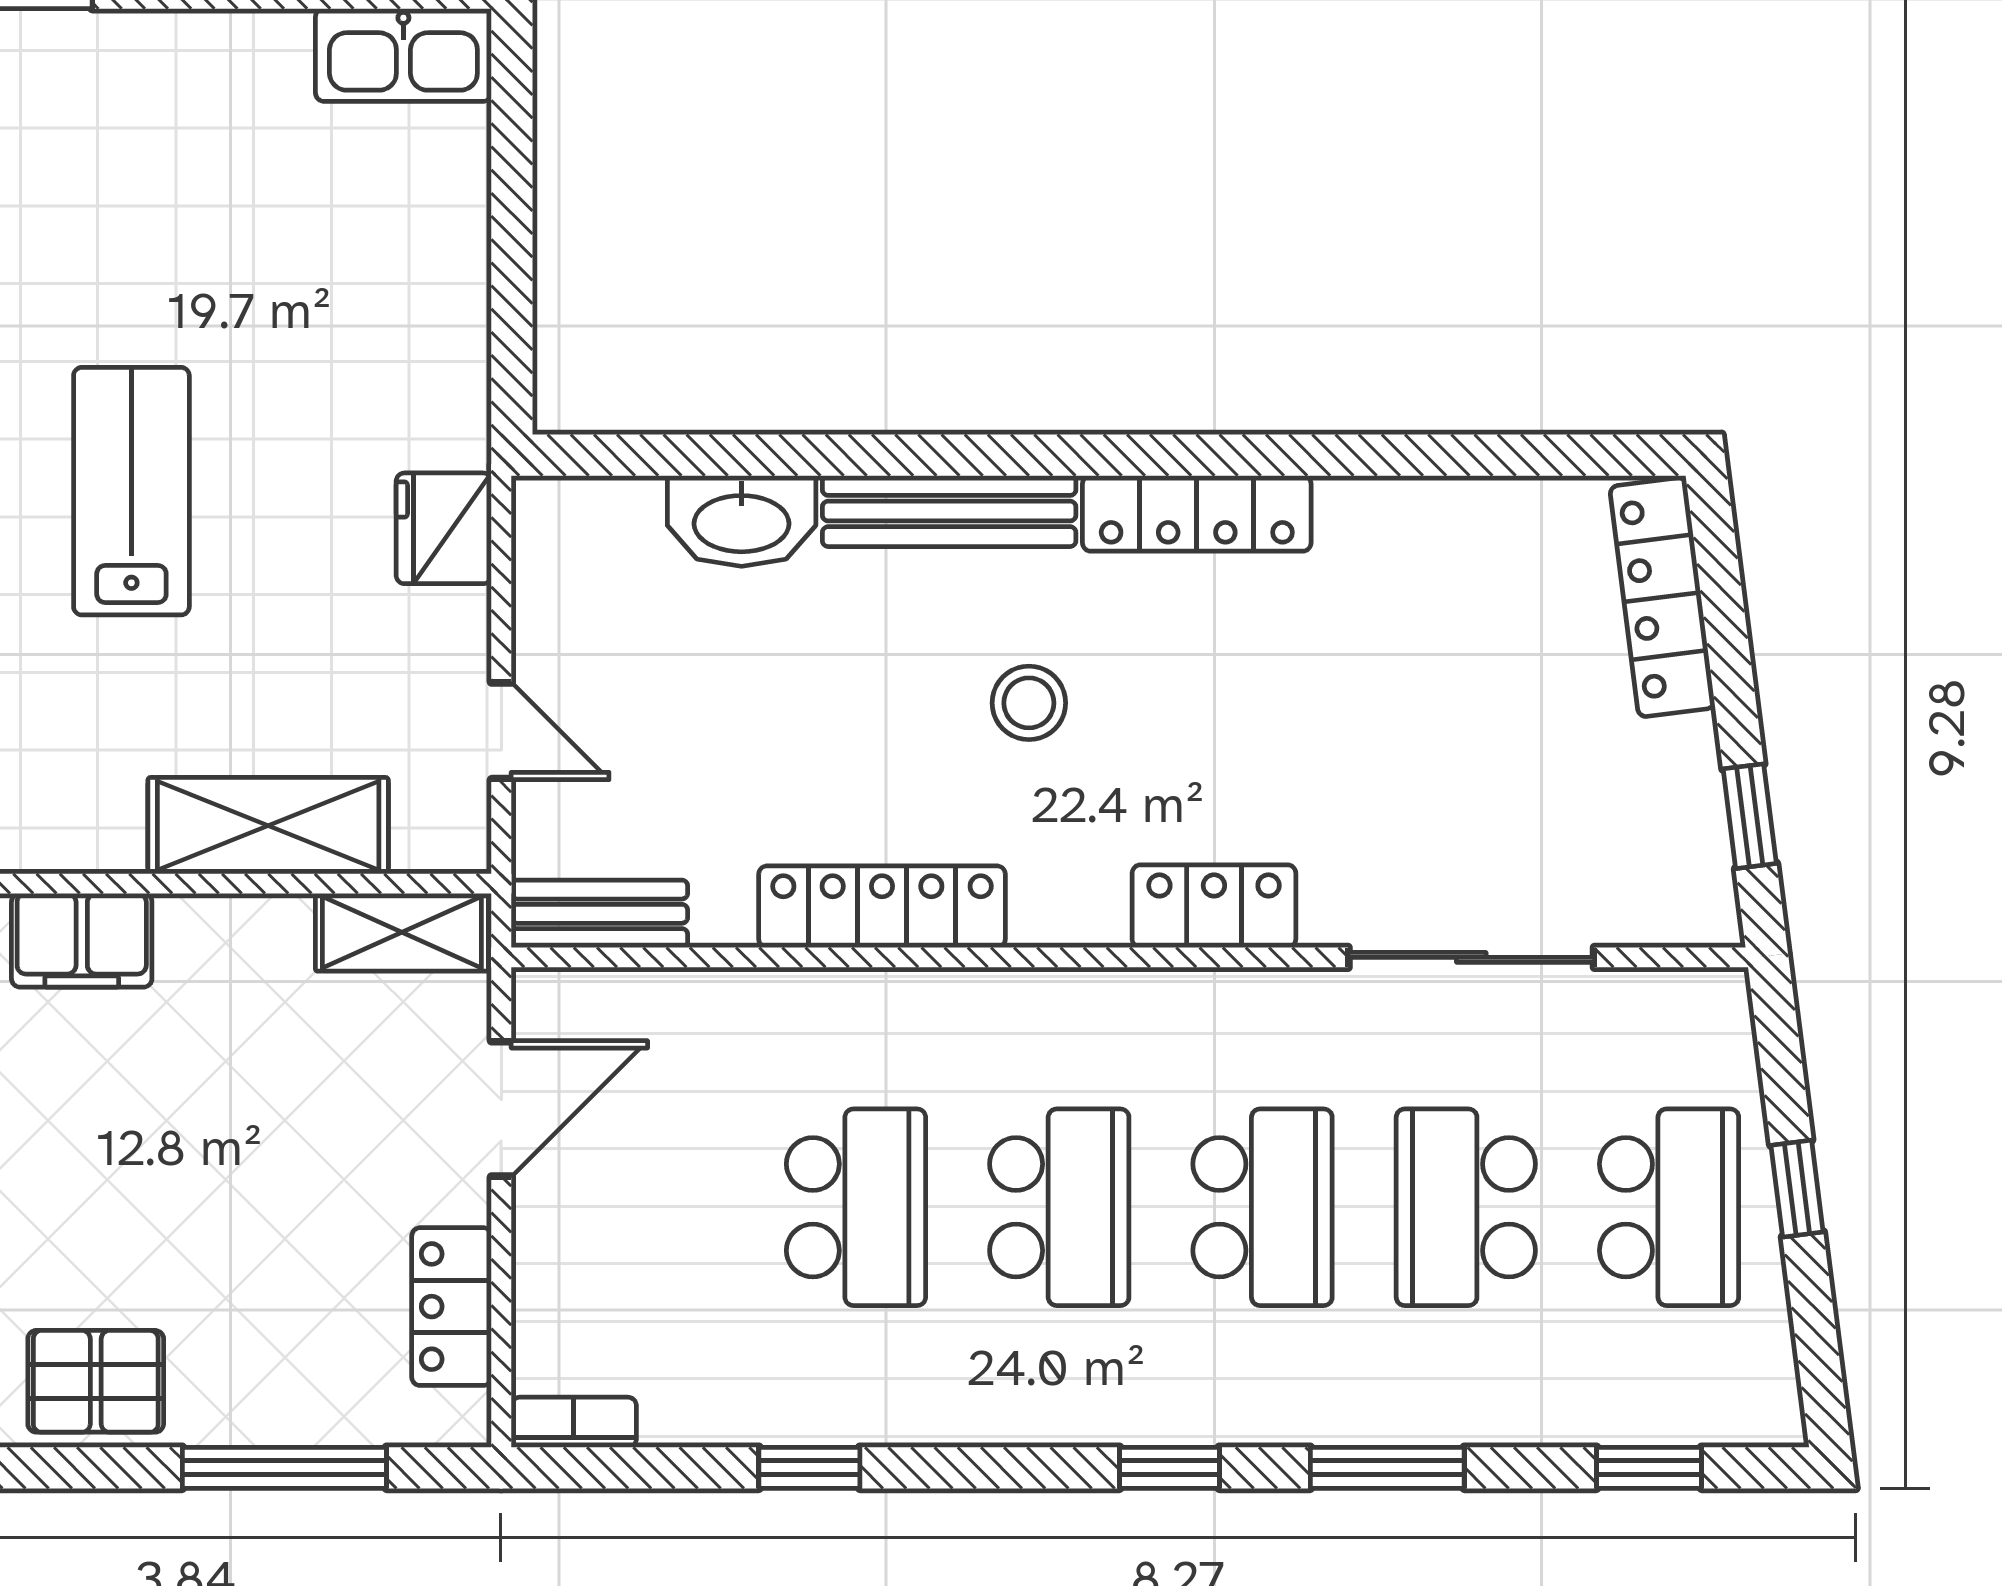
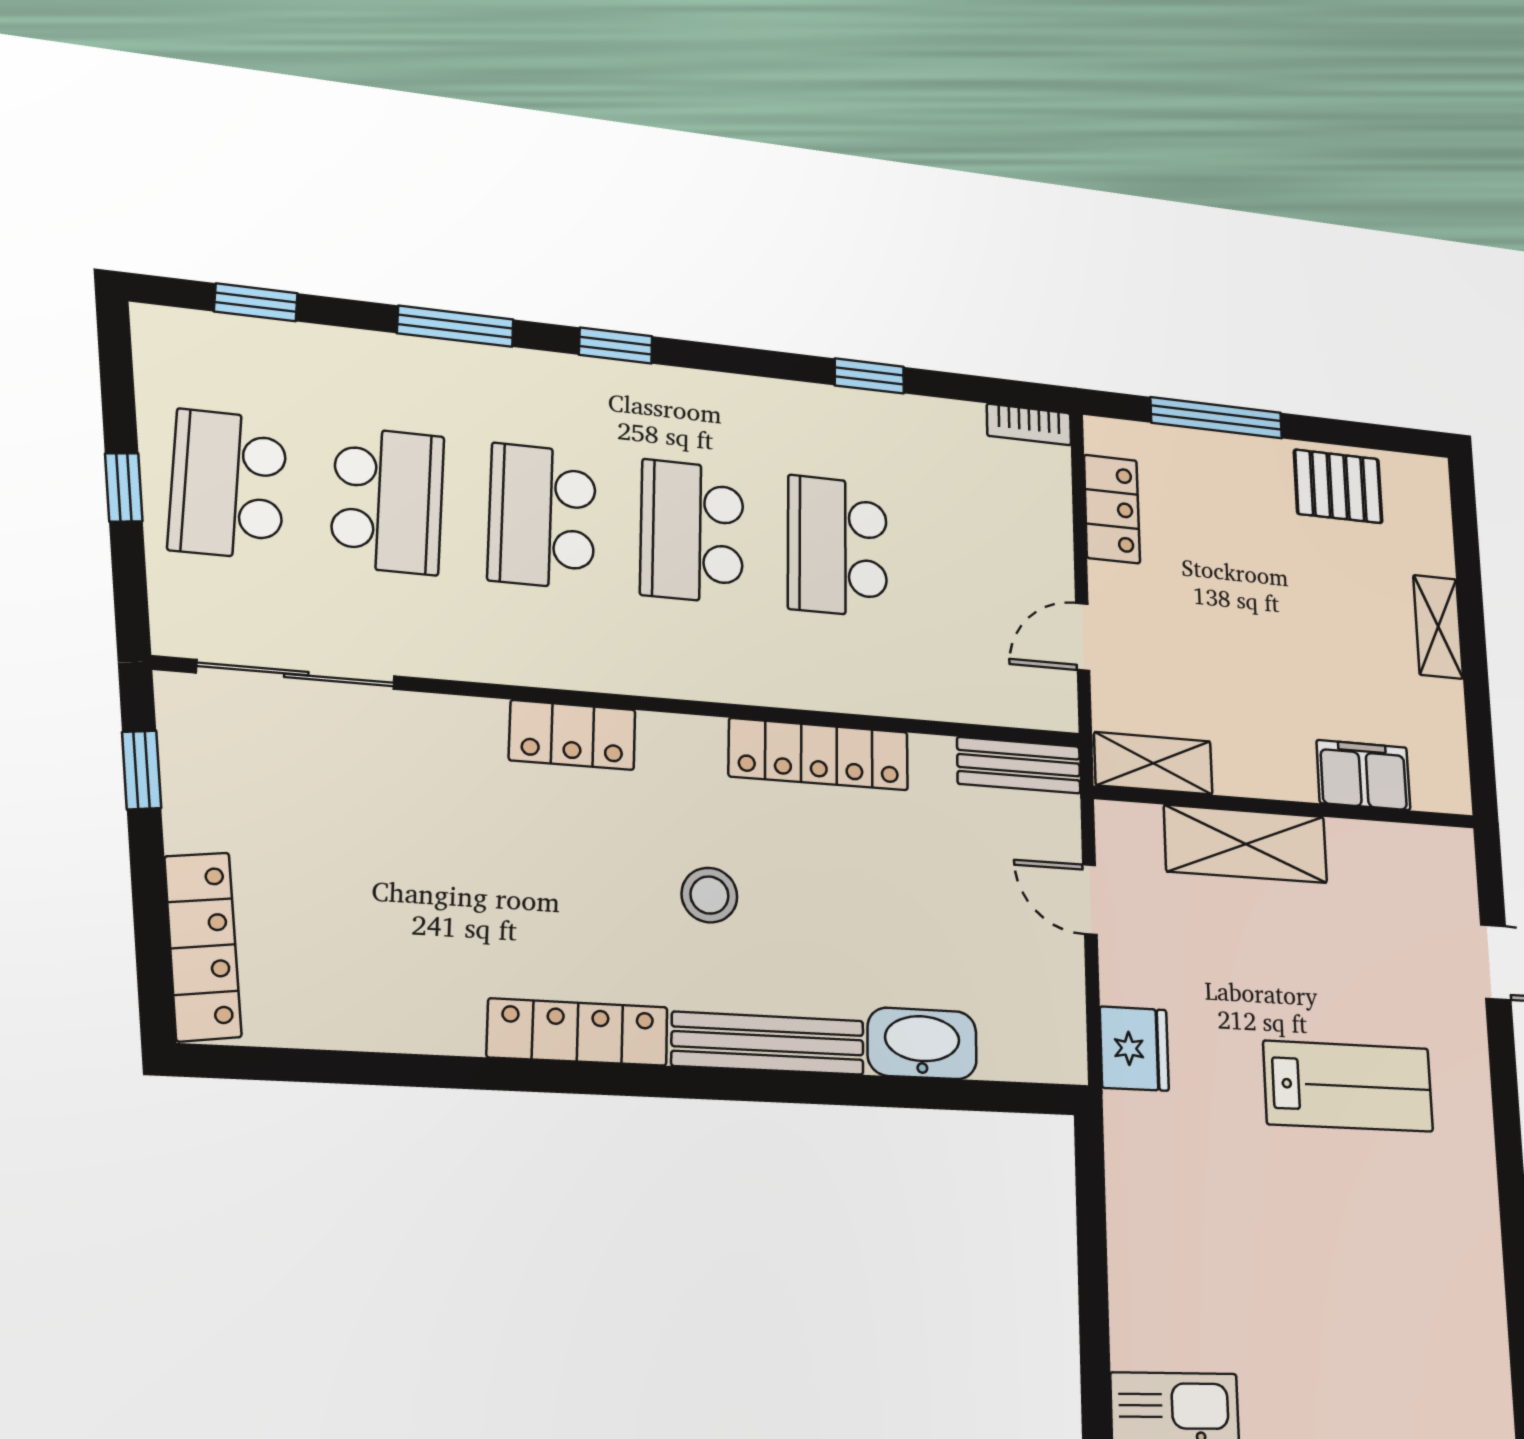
lab bench: (131, 491) -> (1348, 1086), turned -90
sliding door: (1471, 957) -> (296, 674), moved
door: (501, 1109) -> (1083, 637), width x0.73

